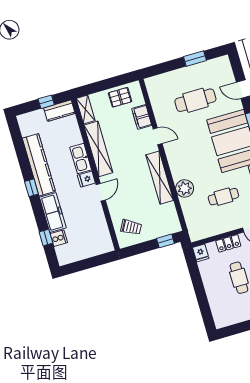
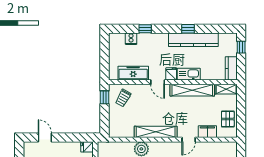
window: (46, 102) -> (241, 47), moved
window: (31, 188) -> (188, 29), moved
freezer: (53, 213) -> (133, 73), moved, turned 180
window: (46, 238) -> (145, 29), moved
window: (165, 241) -> (105, 97), moved
door: (204, 306) -> (45, 138), added

